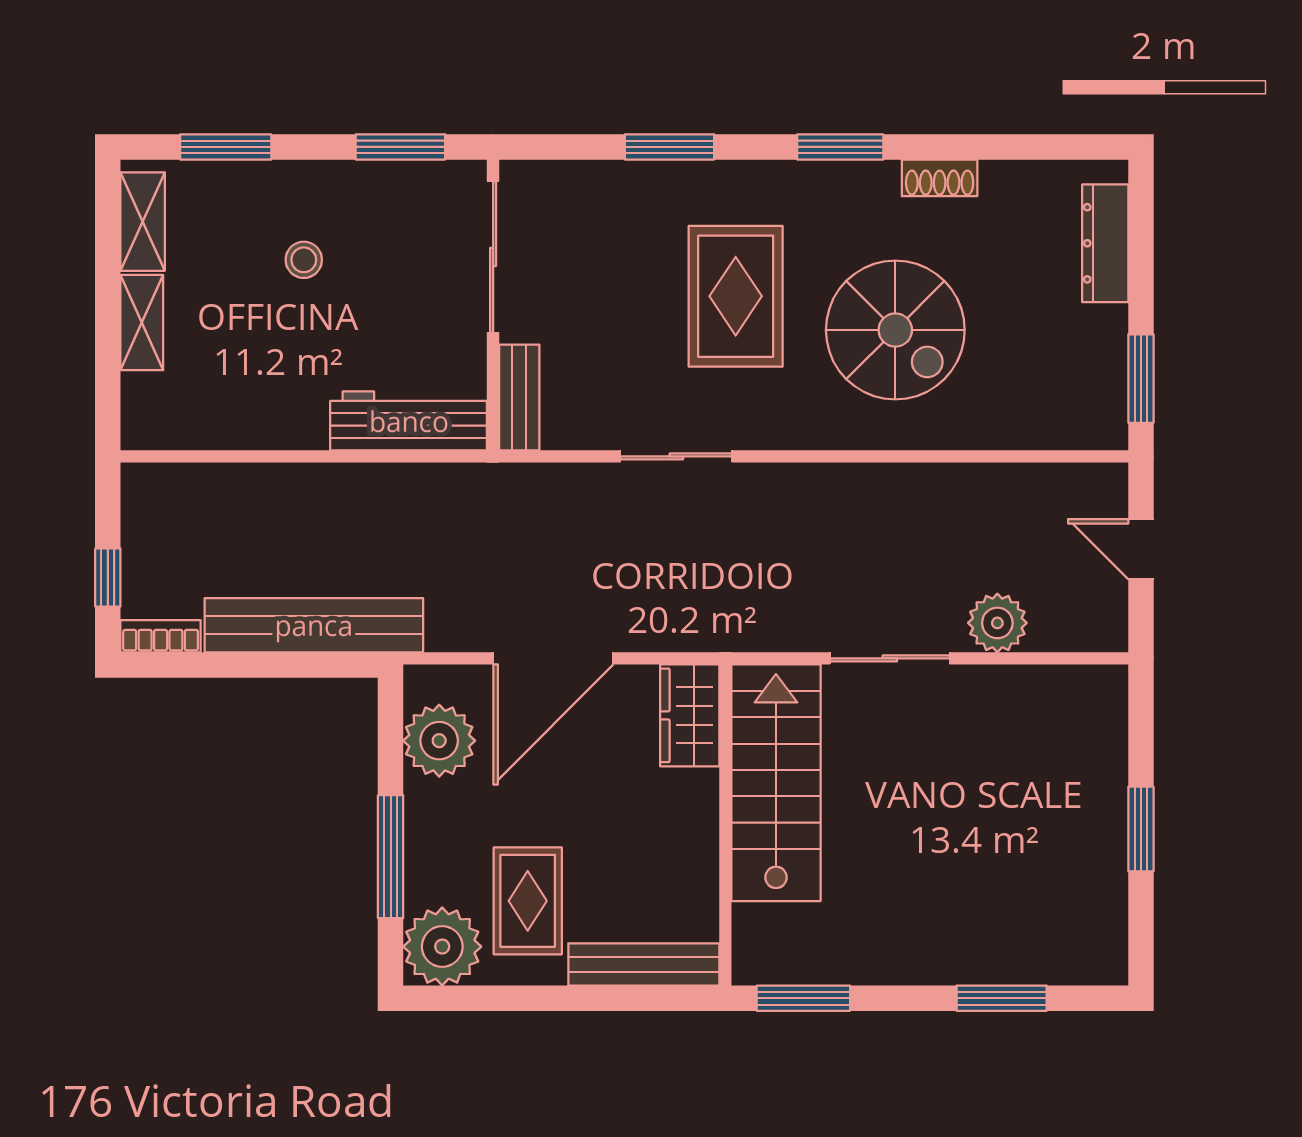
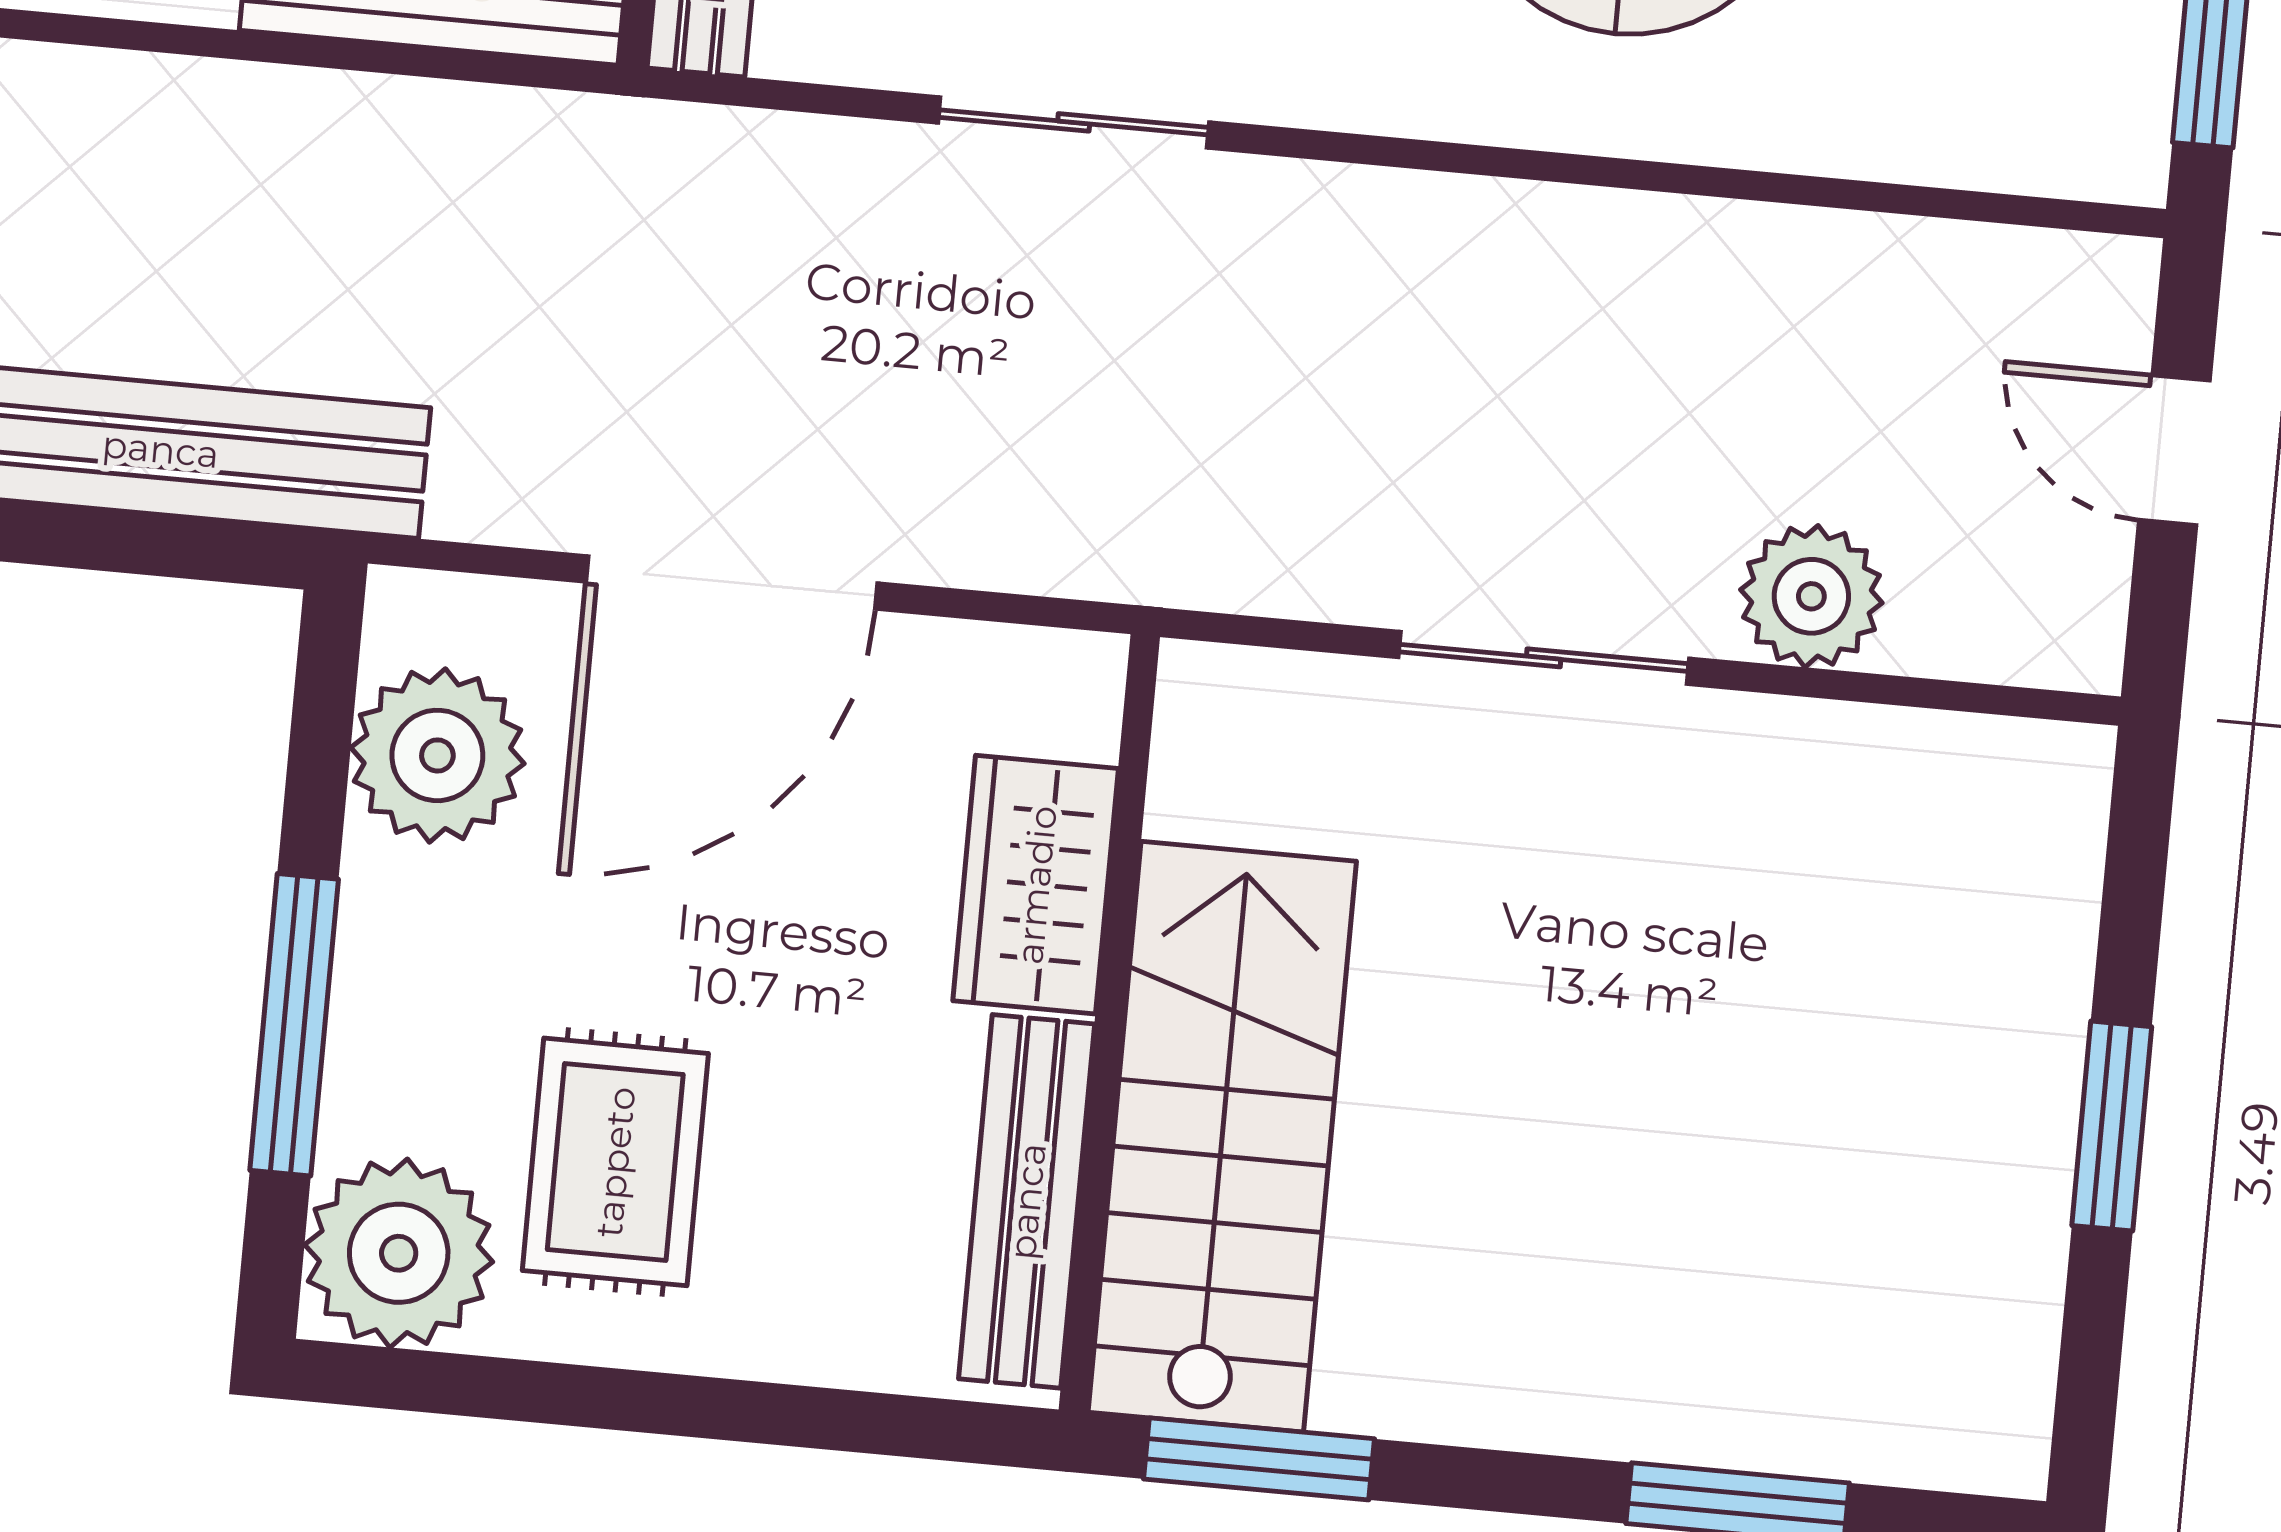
wardrobe: (690, 715) -> (1036, 885), moved
stairs: (776, 783) -> (1222, 1137), moved
bench: (644, 964) -> (1027, 1201), moved, turned 90

